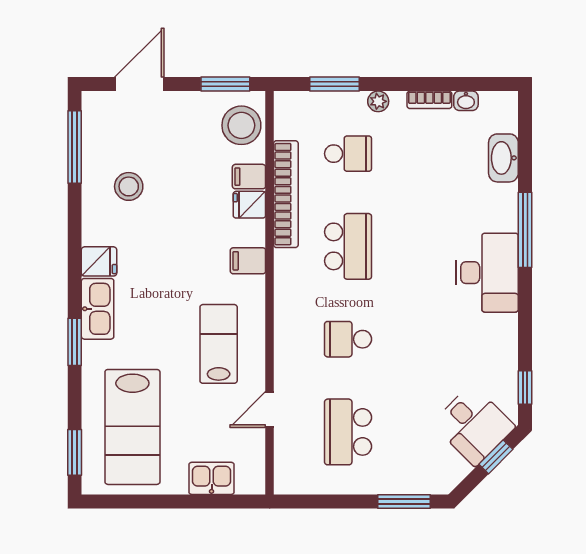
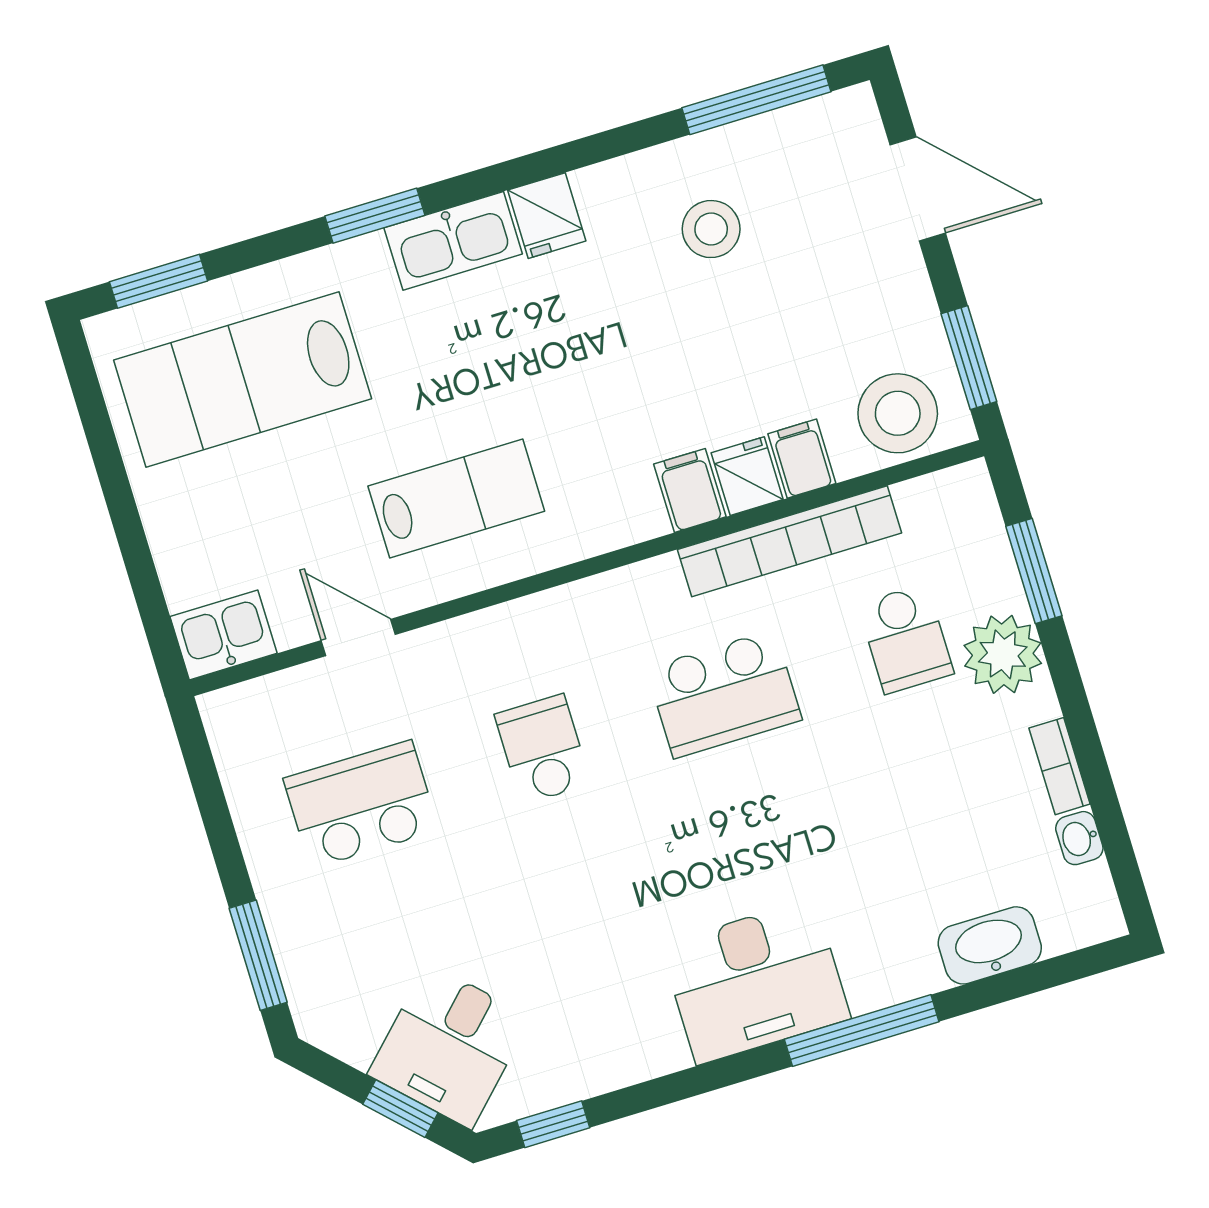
plant: (378, 101) -> (1003, 654), width x1.88, depth x1.88
filing cabinet: (248, 261) -> (690, 490), moved
kitchen sink: (212, 478) -> (223, 635), moved, turned -90

